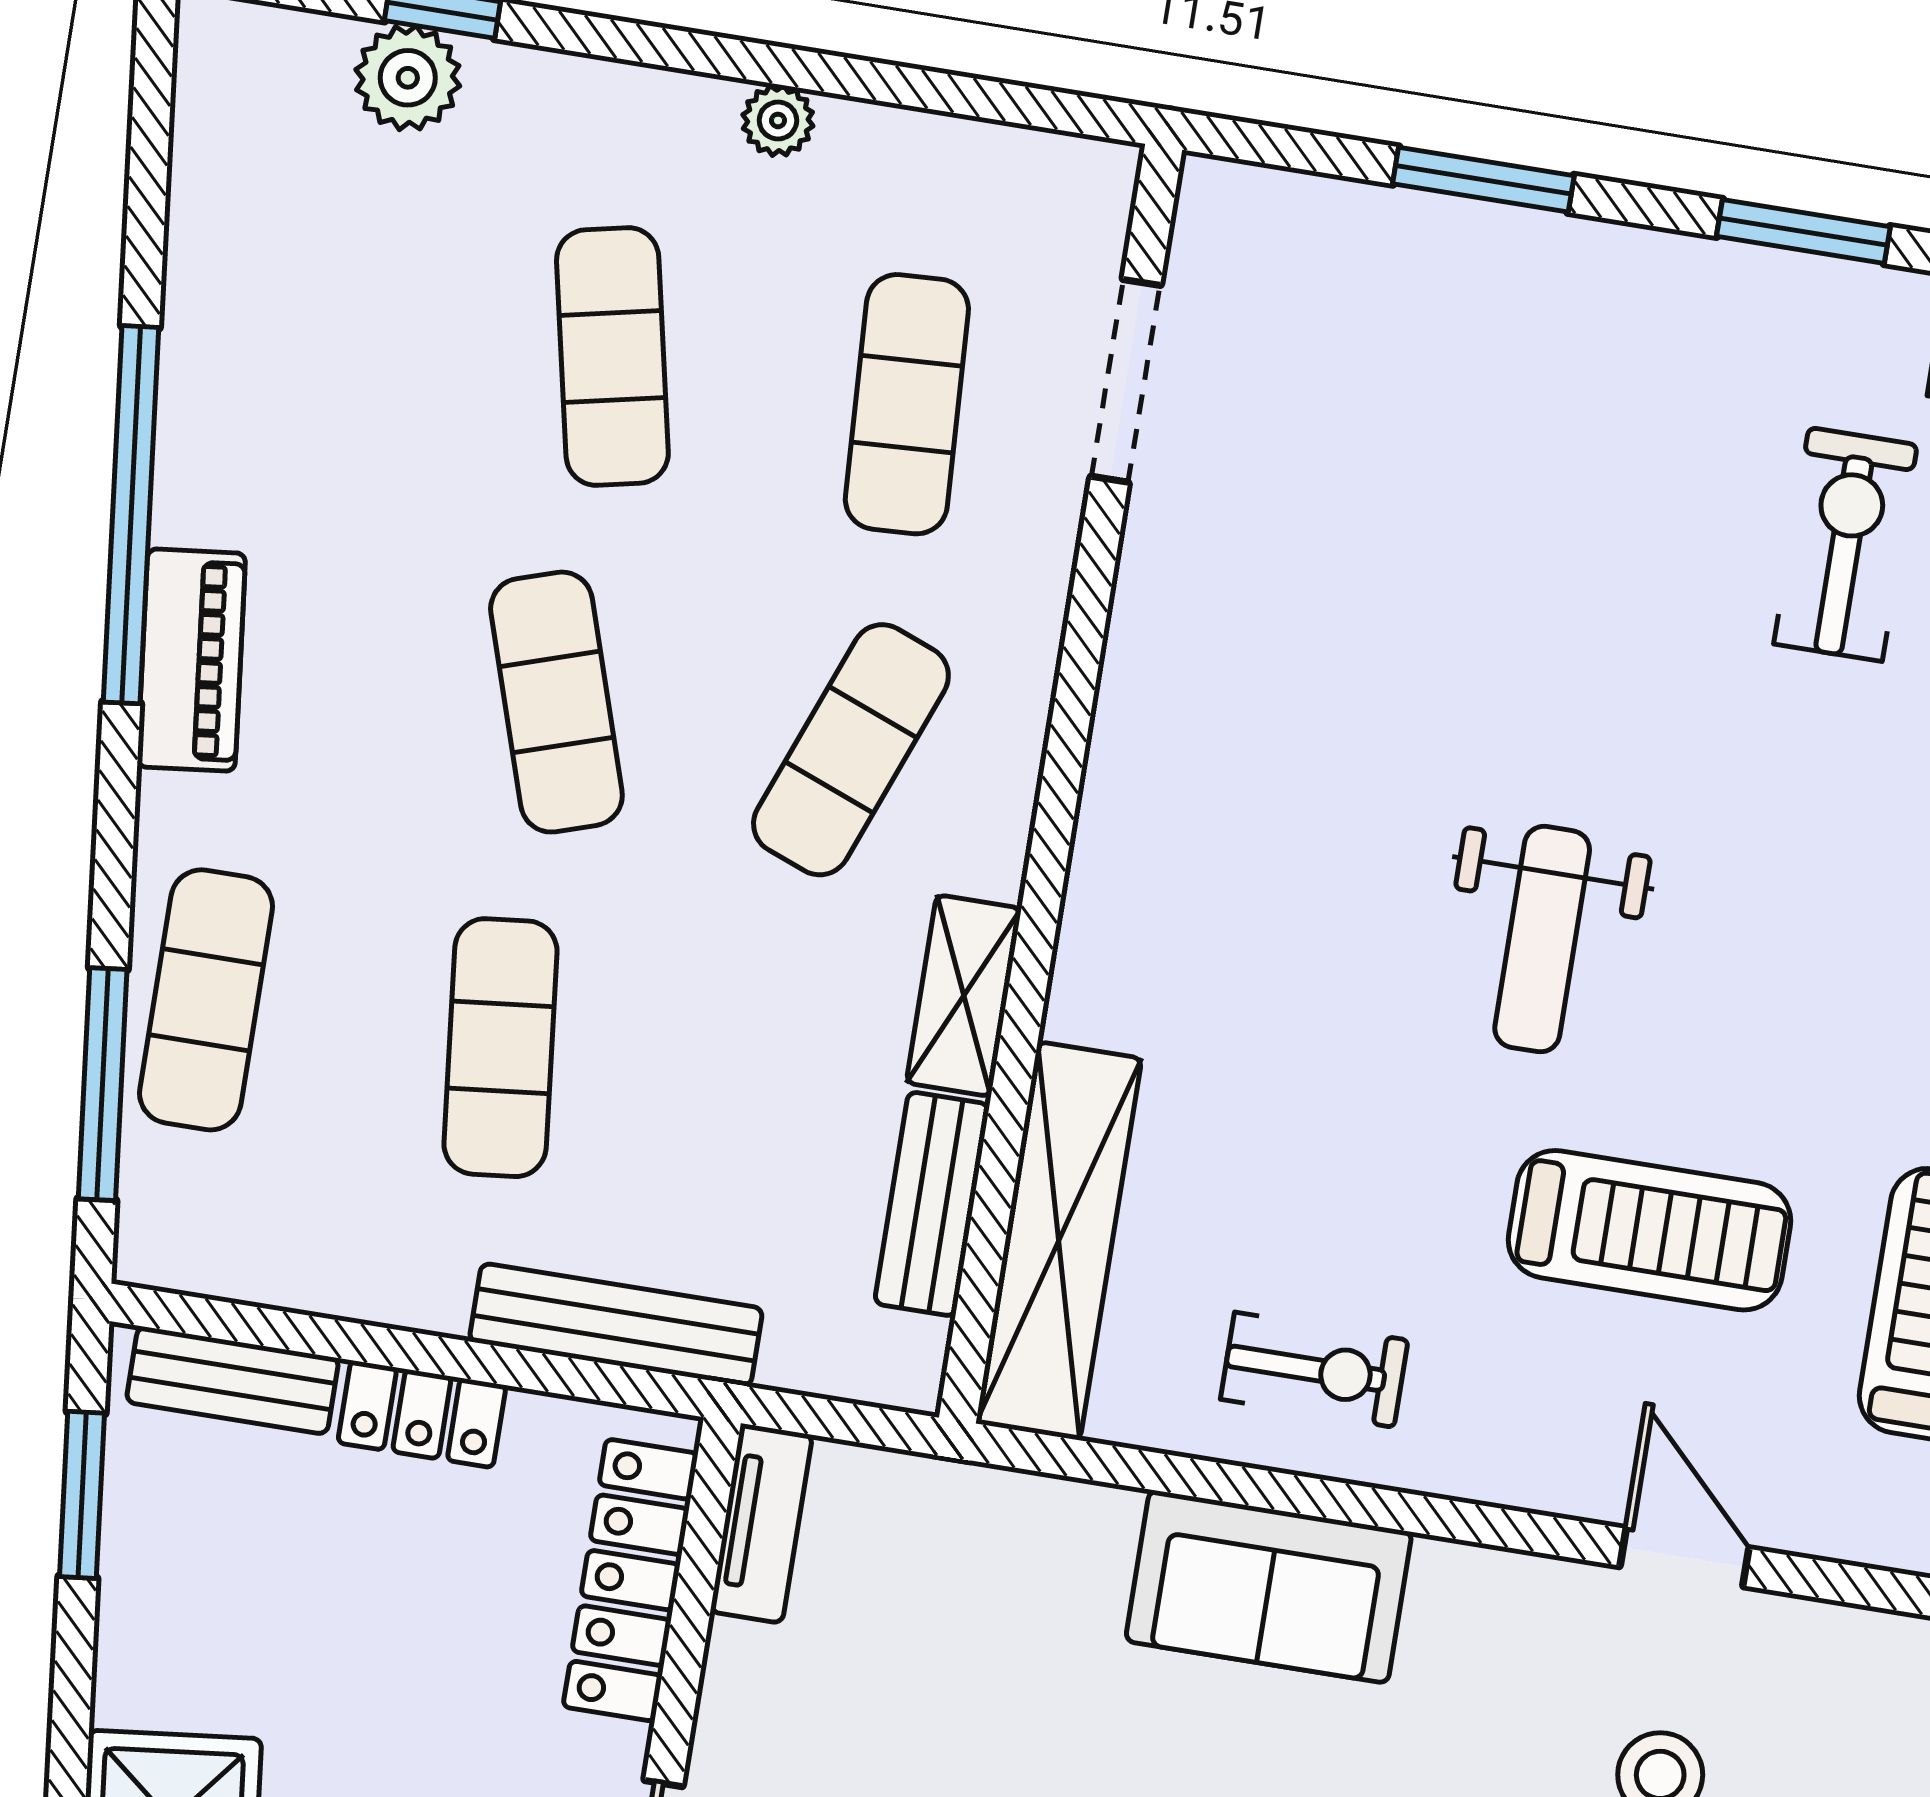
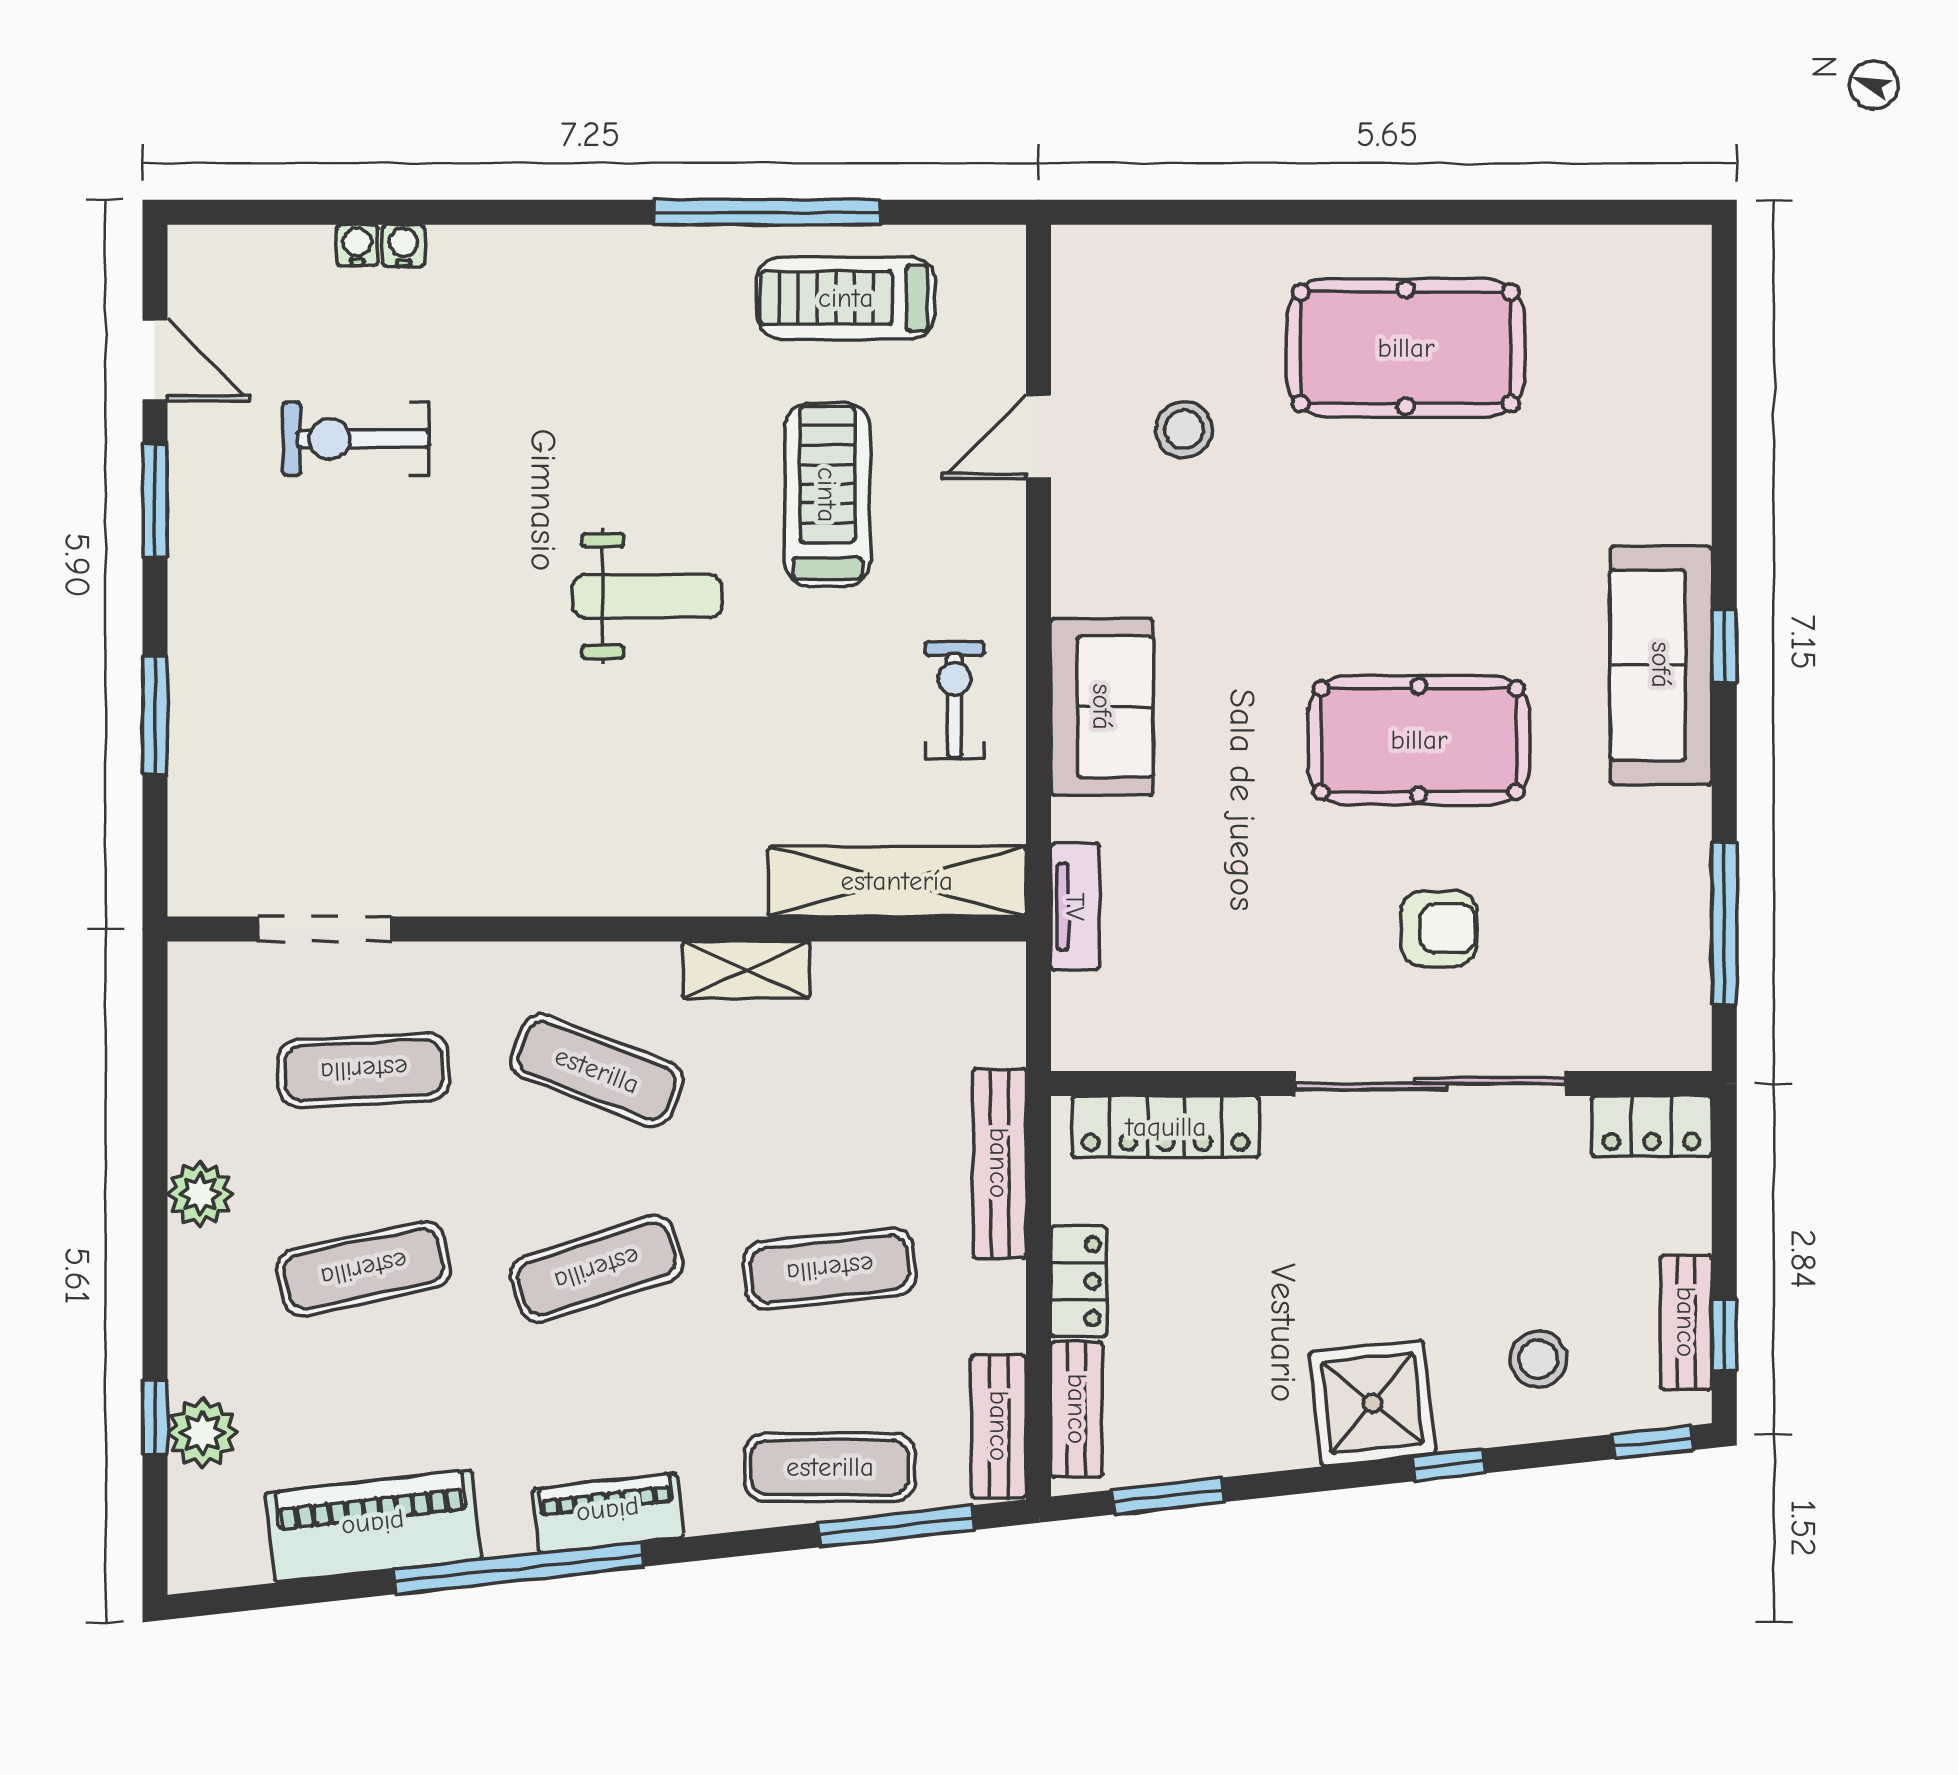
plant: (778, 120) -> (200, 1194), width x1.38, depth x1.38
piano: (228, 309) -> (373, 1526), added
bench: (932, 1204) -> (999, 1426), moved, turned 90
tv unit: (761, 1523) -> (1075, 907), moved, turned 90

